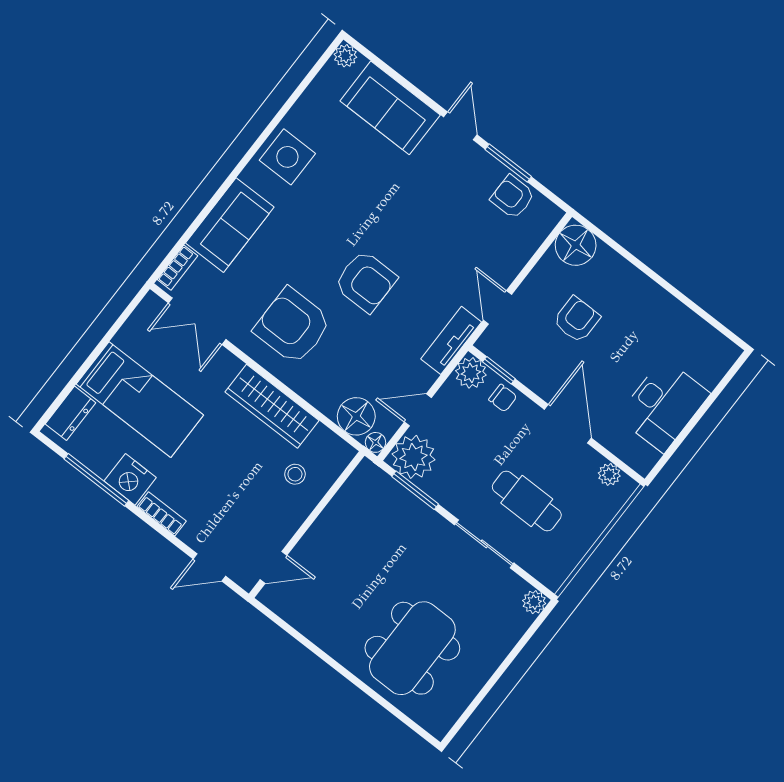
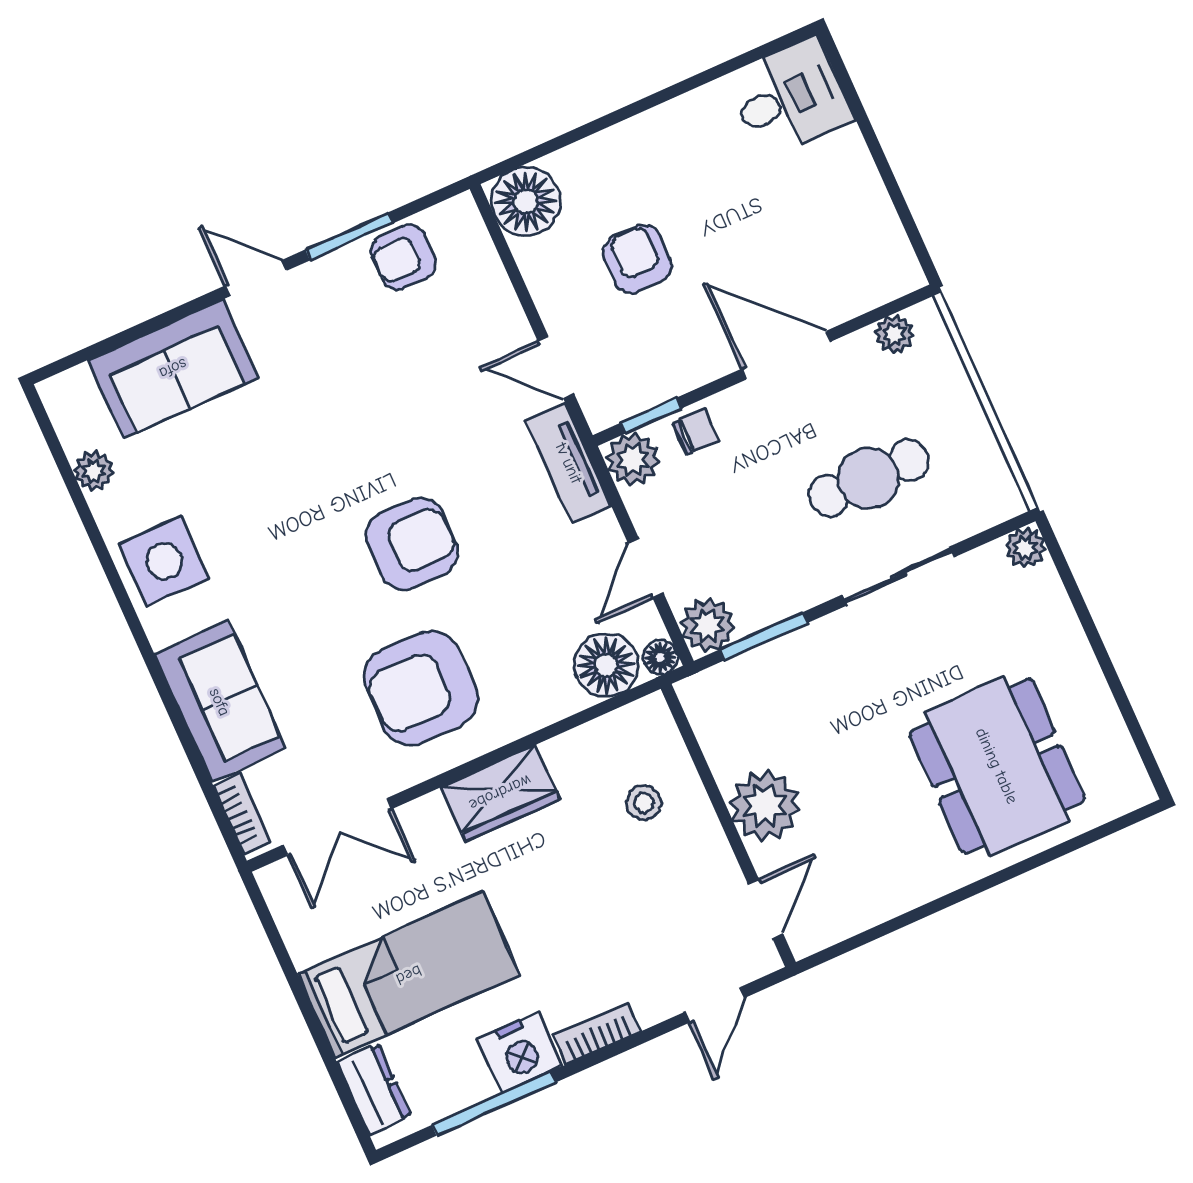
plant: (345, 56) -> (94, 471), moved
desk: (663, 405) -> (790, 98), moved, width x0.73
wardrobe: (272, 406) -> (500, 793), width x0.67
plant: (414, 457) -> (707, 625), width x0.73, depth x0.73
plant: (327, 538) -> (765, 806), added

